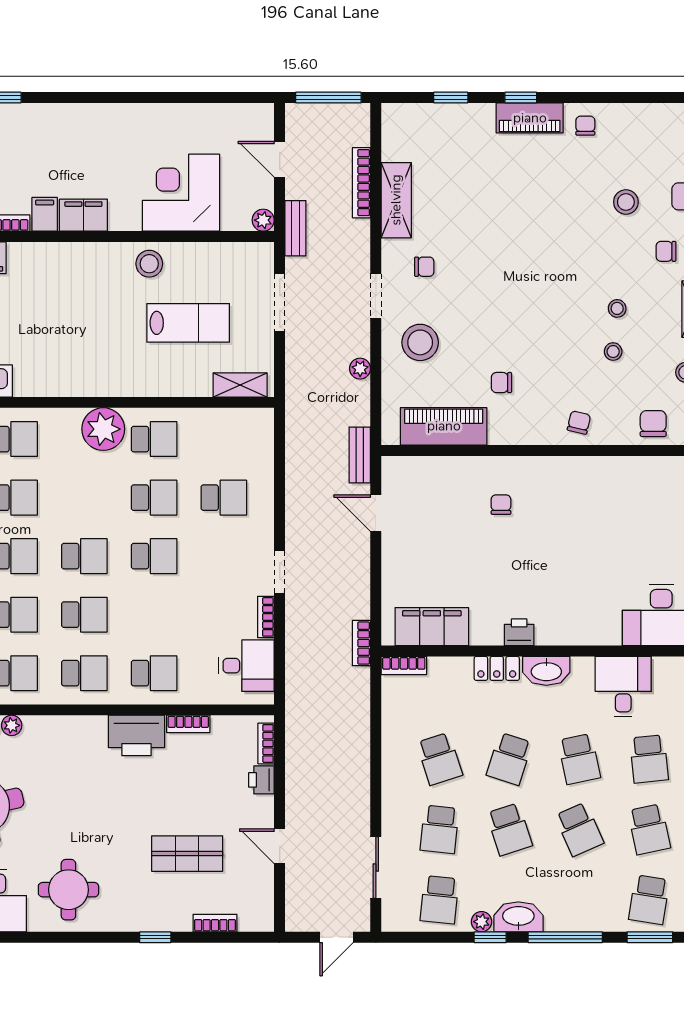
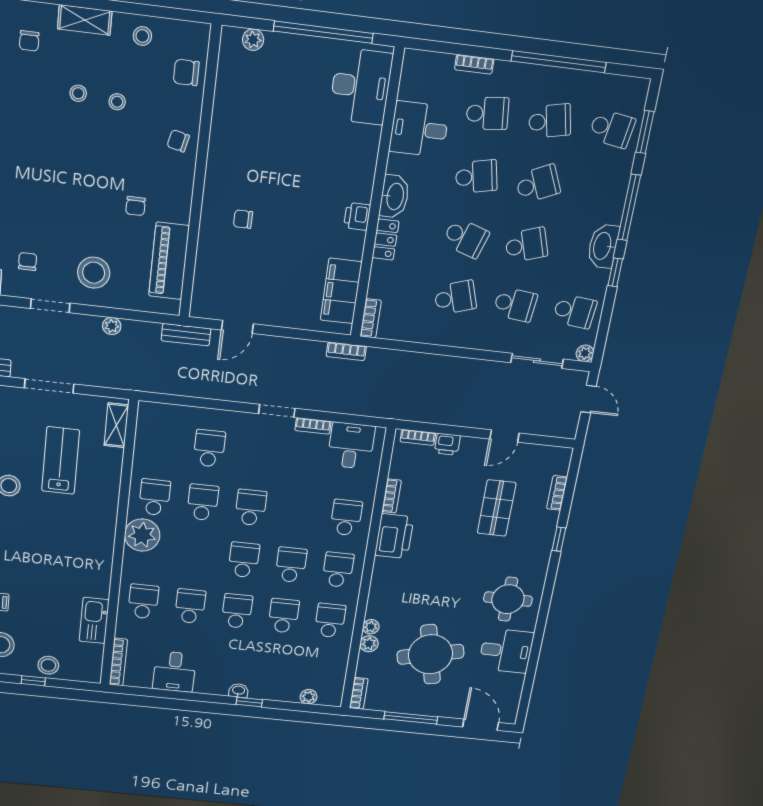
plant: (481, 922) -> (585, 353), moved

